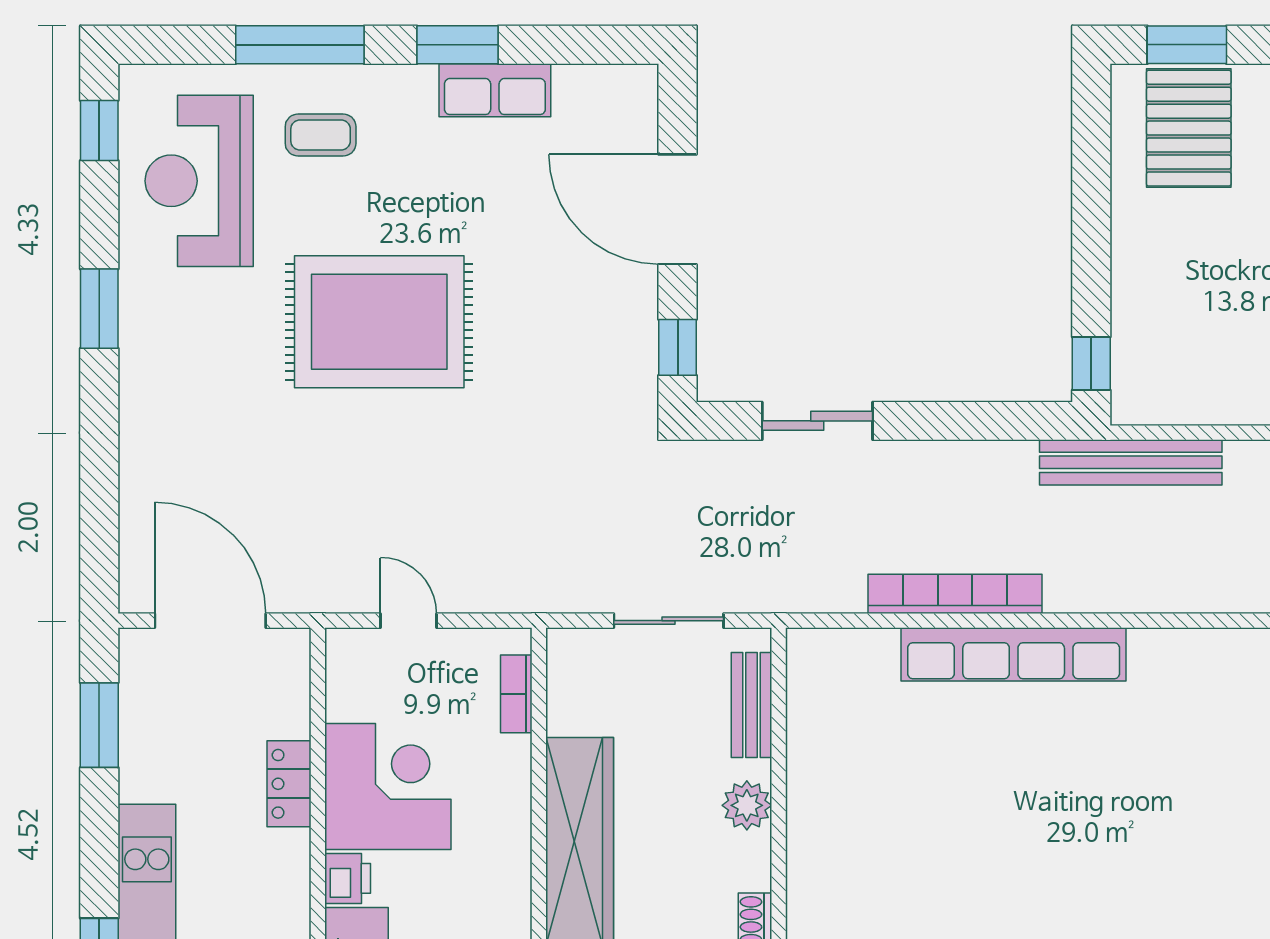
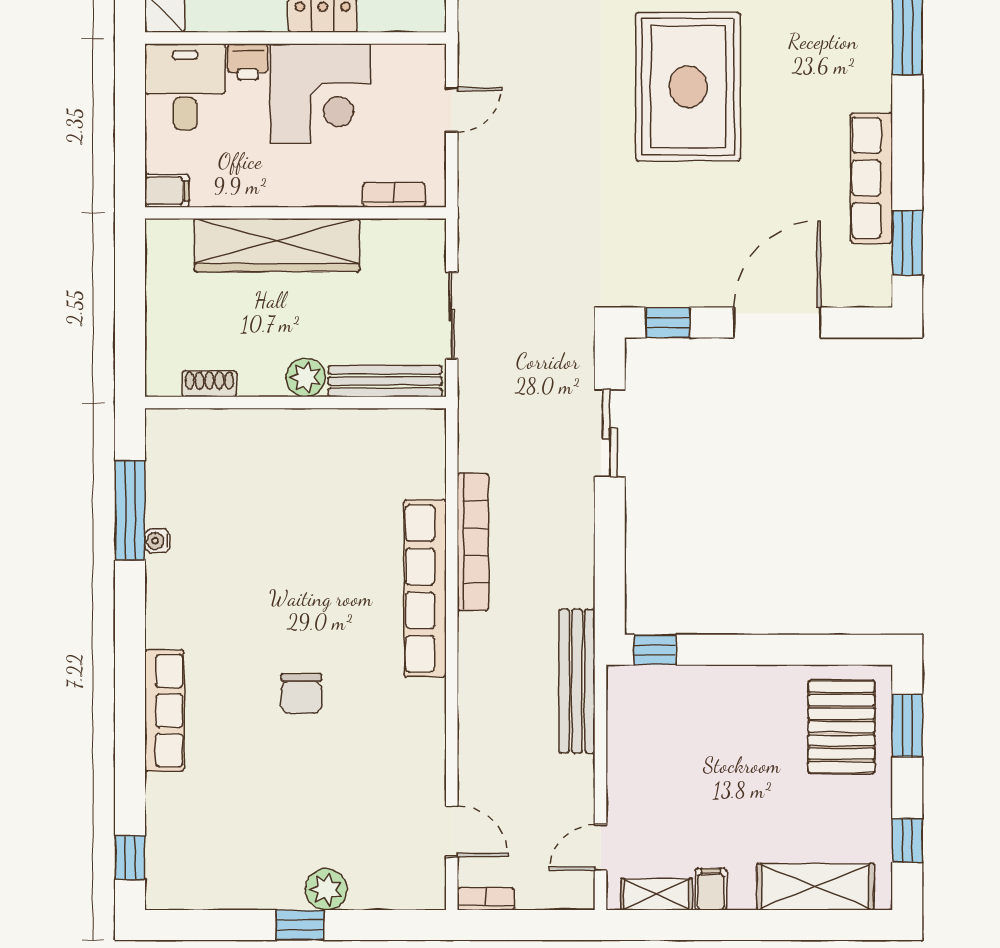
window: (457, 45) -> (907, 243), moved
row of seats: (495, 90) -> (871, 178), width x1.48
pallet: (1189, 128) -> (841, 727), turned 90
coffee table: (321, 135) -> (836, 40), removed
bench: (751, 705) -> (385, 381), width x1.36
chair: (1146, 811) -> (301, 694), added

